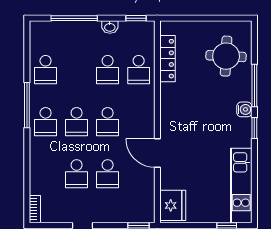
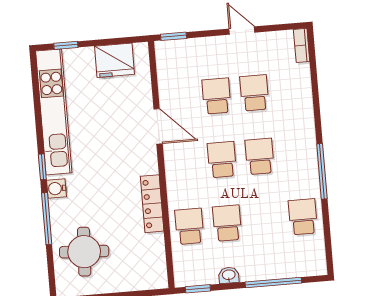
locker: (167, 59) -> (152, 204), moved
school desk: (46, 122) -> (297, 153), removed
kitchen unit: (241, 185) -> (54, 112), width x1.36
fridge: (173, 205) -> (114, 60), moved, turned -90

